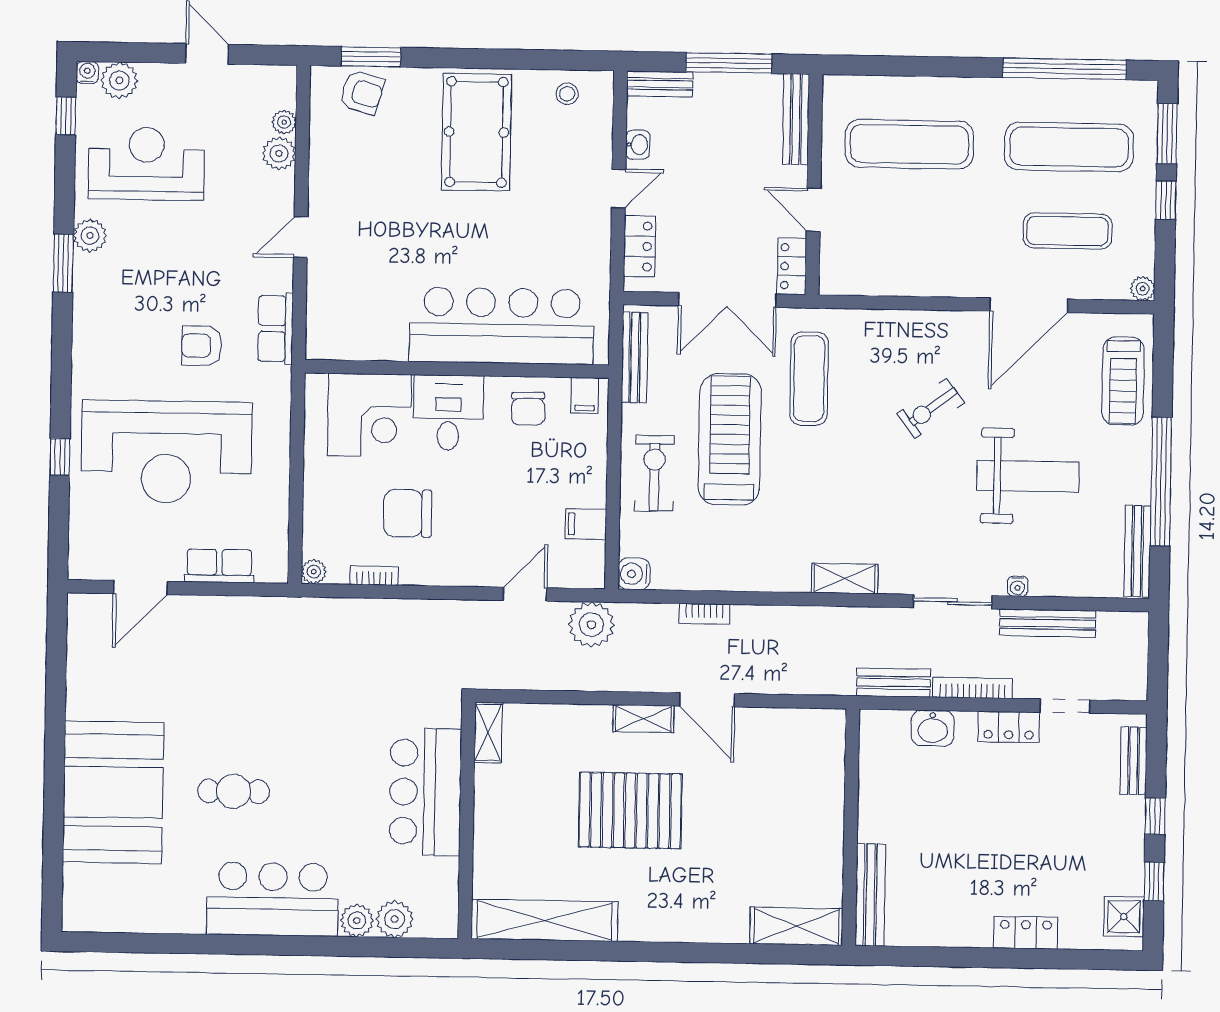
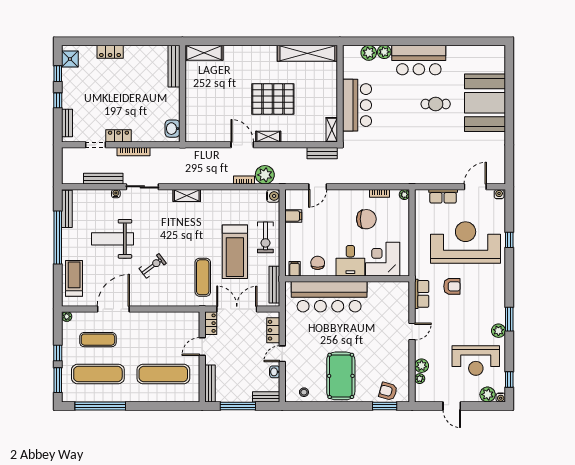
door: (814, 210) -> (202, 346), swing flipped
water cooler: (83, 568) -> (499, 194), added
plant: (591, 625) -> (265, 175), moved
bench: (894, 683) -> (322, 153), moved
washbasin: (933, 728) -> (172, 129), moved, turned -90

